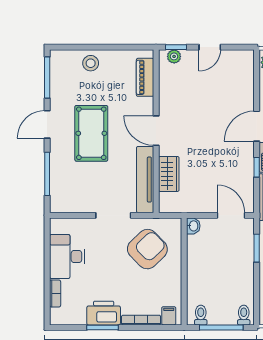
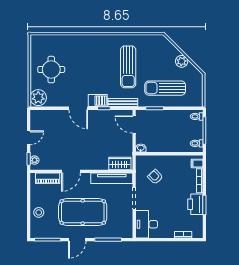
door: (210, 47) -> (29, 138), hinge flipped
door: (47, 124) -> (77, 240), hinge flipped
door: (156, 131) -> (71, 171), moved
pool table: (91, 133) -> (83, 212), width x1.36, depth x1.32
wardrobe: (169, 174) -> (120, 163), moved
door: (231, 215) -> (134, 124), hinge flipped
armchair: (147, 249) -> (155, 177), width x0.53, depth x0.53
desk: (67, 257) -> (147, 224), moved, turned 90

